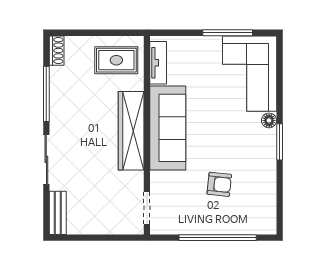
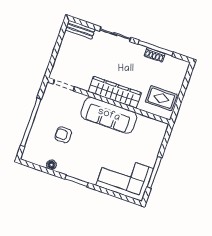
shoe rack: (57, 51) -> (155, 55), moved
rug: (116, 60) -> (161, 98), turned 90
tv unit: (158, 63) -> (151, 123), removed
floor lamp: (269, 120) -> (51, 165), moved
armchair: (219, 184) -> (63, 135), turned 84

